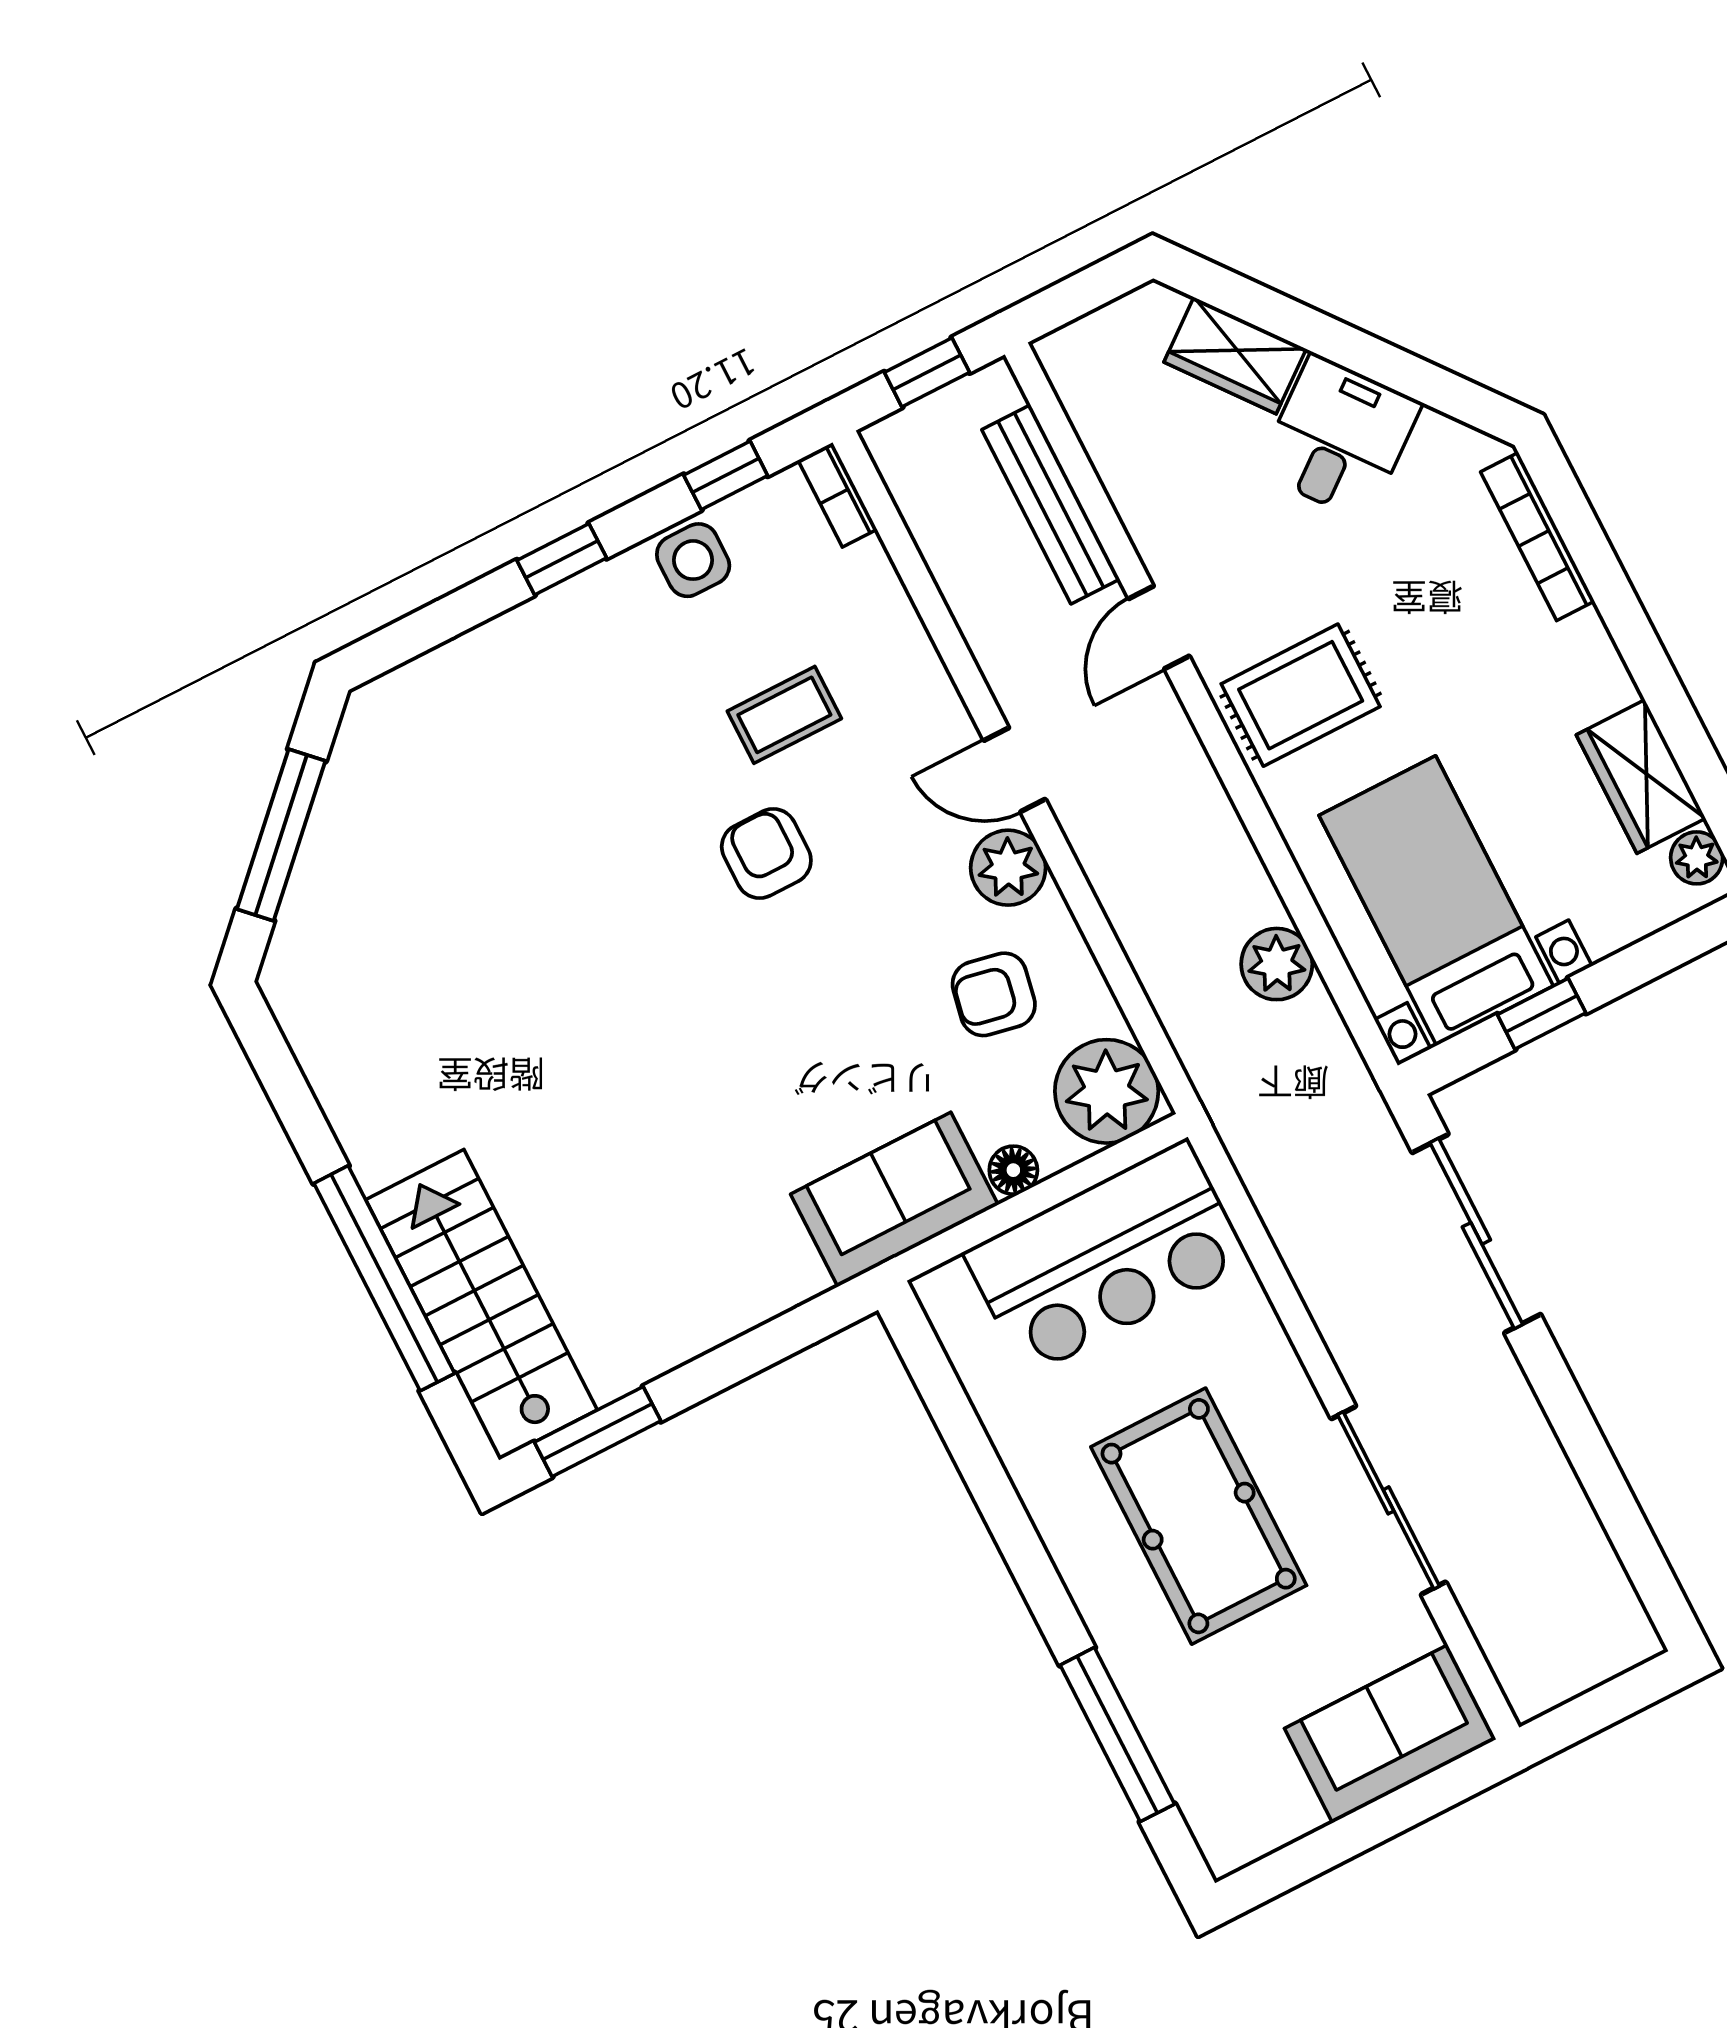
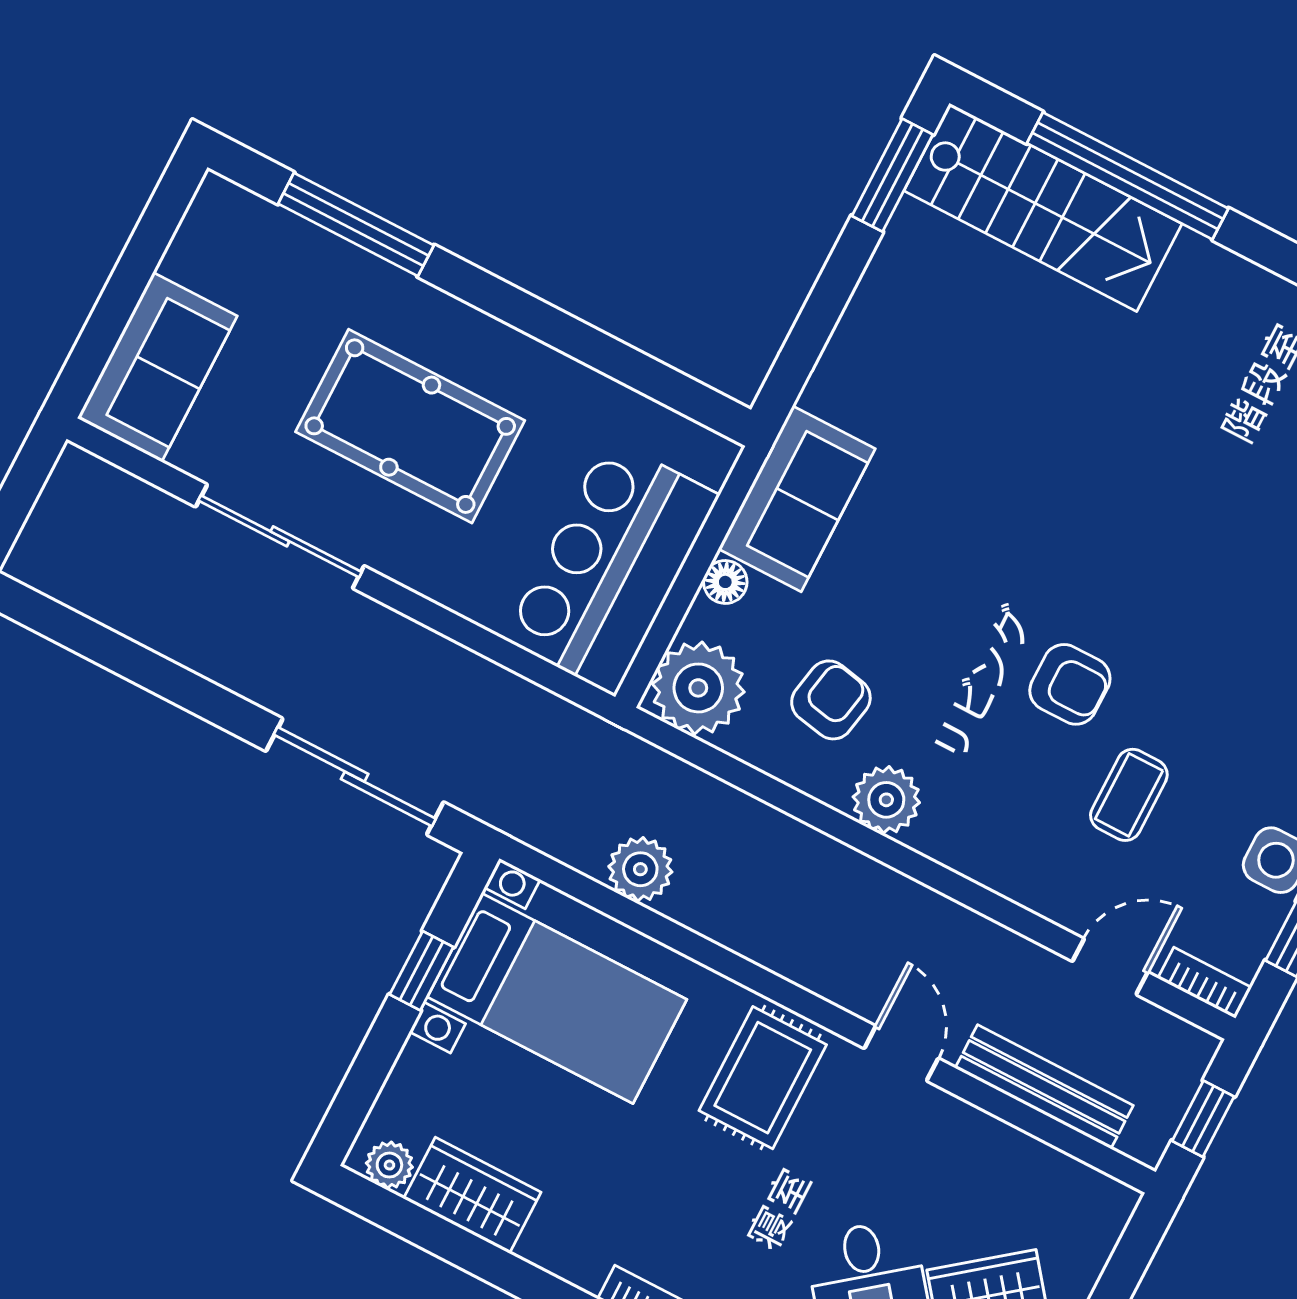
door: (1015, 770) -> (1110, 967), moved

